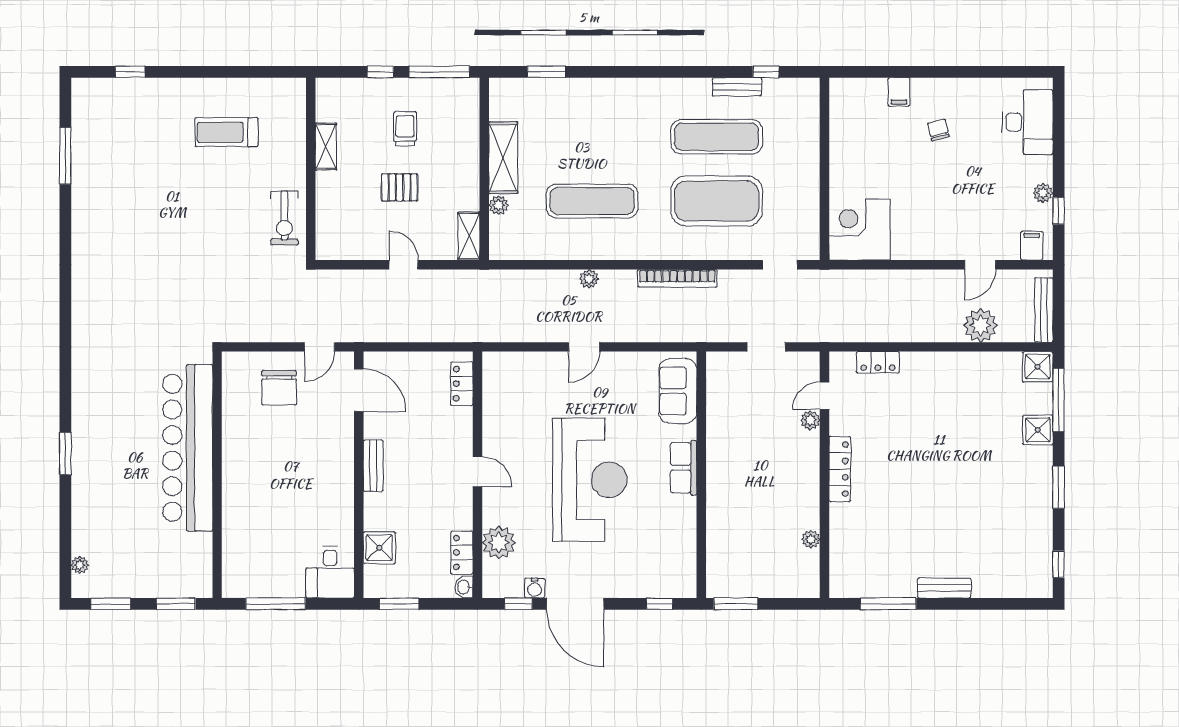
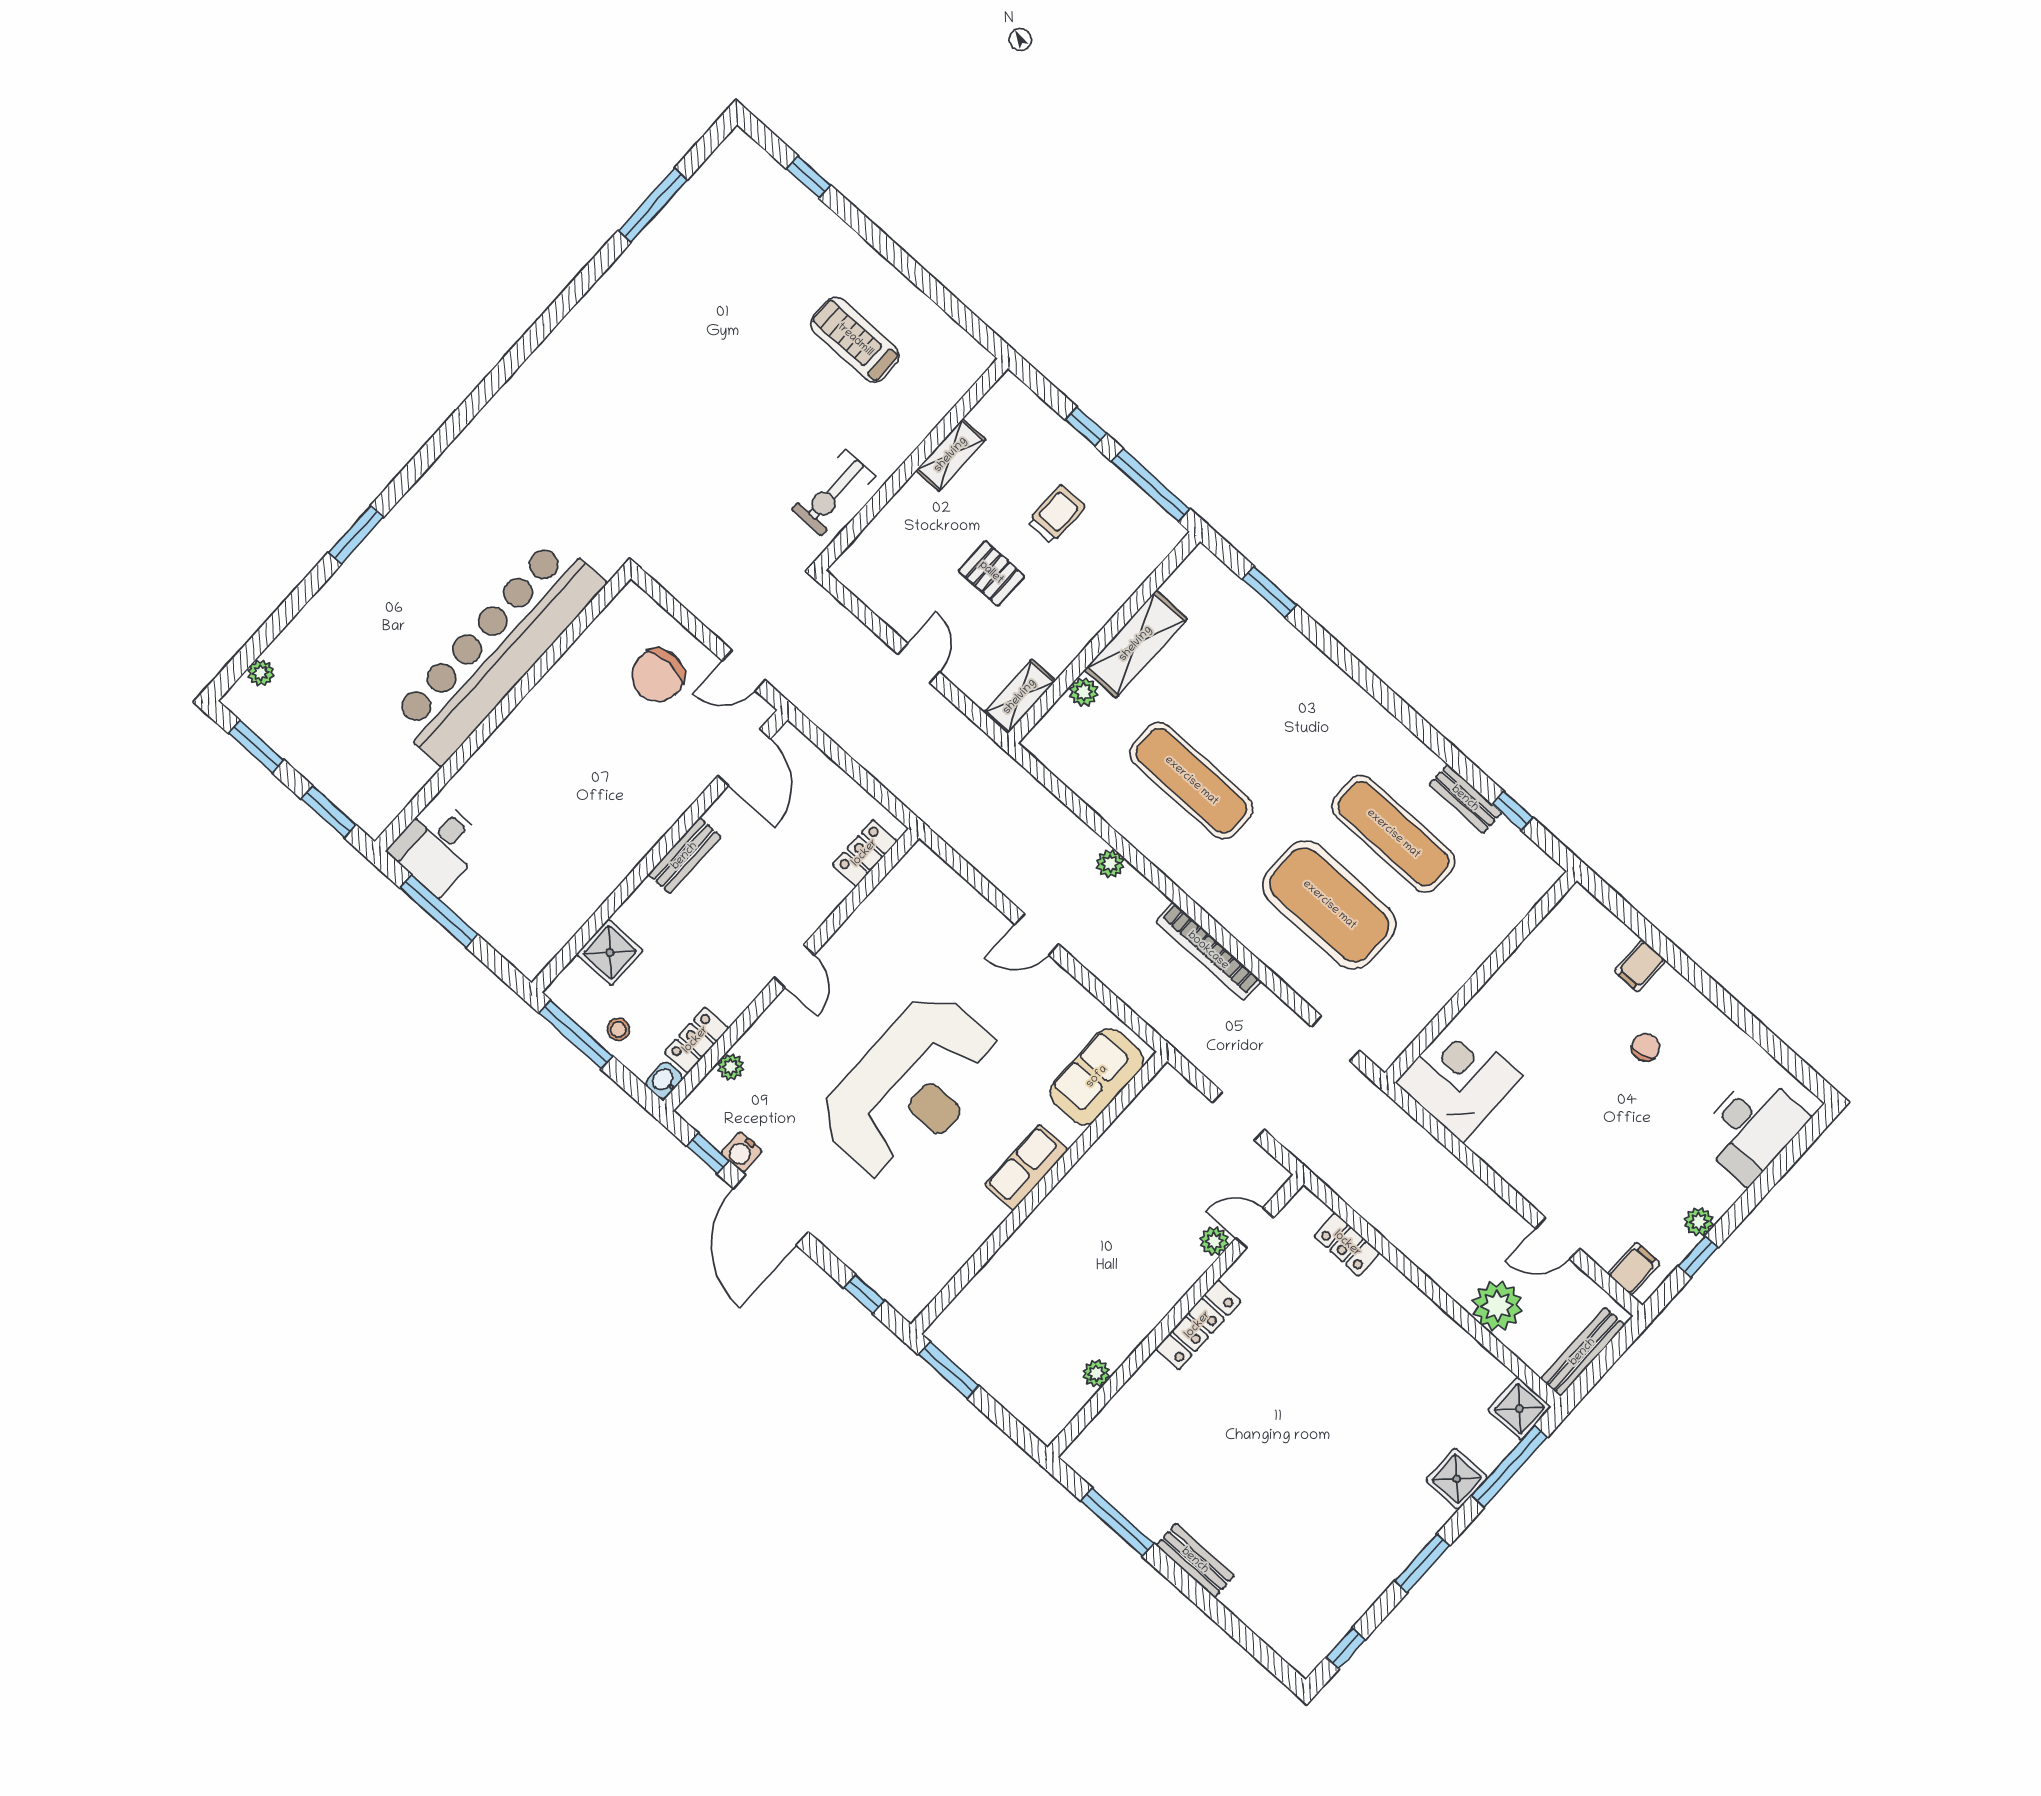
plant: (499, 543) -> (731, 1067), width x0.53, depth x0.53
desk: (330, 572) -> (438, 846), moved
stool: (418, 582) -> (618, 1029), added
window: (399, 604) -> (576, 1034), width x1.44

